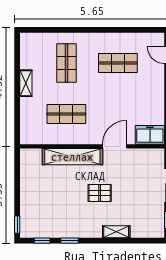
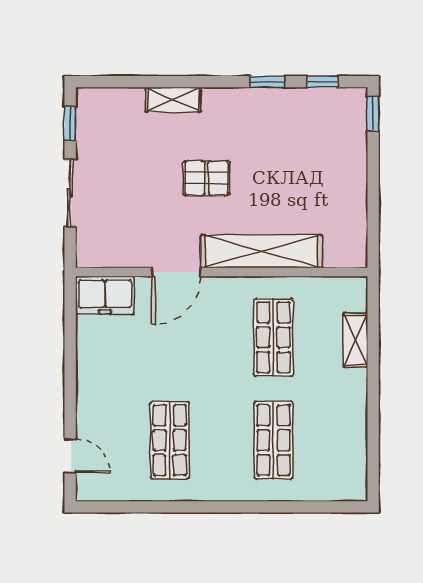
shop shelf: (118, 63) -> (170, 440), turned 90
shelving: (26, 83) -> (355, 340), moved
shop shelf: (66, 114) -> (273, 337), turned 90

